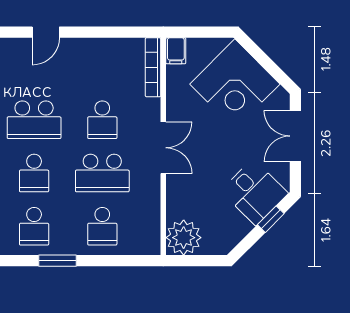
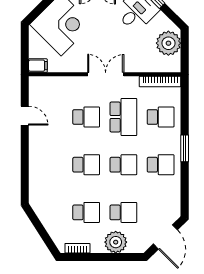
door: (46, 32) -> (25, 116), moved
bookcase: (153, 67) -> (160, 82), moved
school desk: (34, 120) -> (86, 165), width x0.54
plant: (184, 238) -> (168, 43), moved

